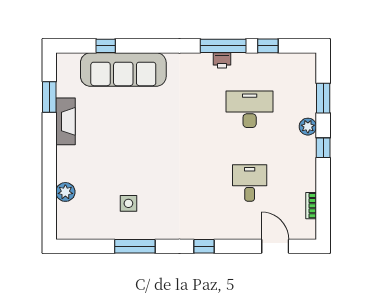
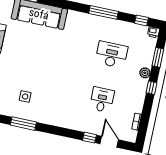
window: (268, 46) -> (141, 20), moved
printer: (222, 60) -> (153, 32), moved
window: (204, 246) -> (89, 138), moved

